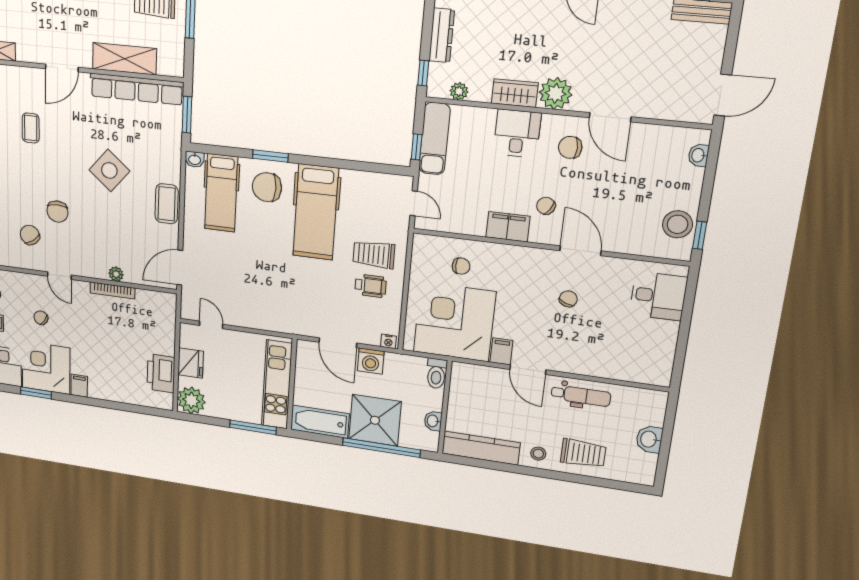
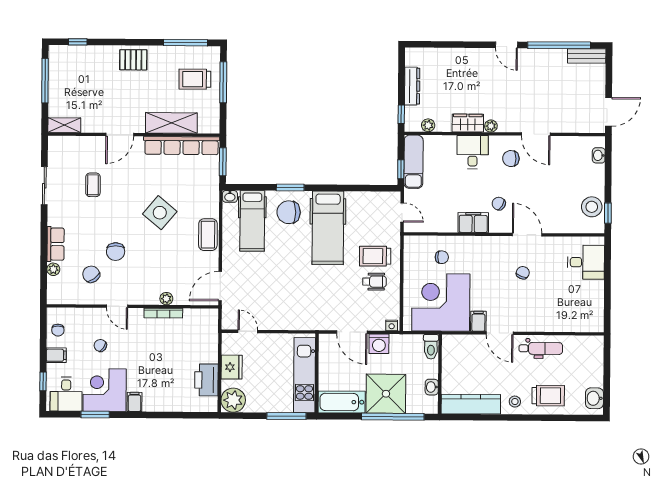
plant: (556, 93) -> (491, 126), width x0.53, depth x0.53
washbasin: (649, 439) -> (594, 398), moved

